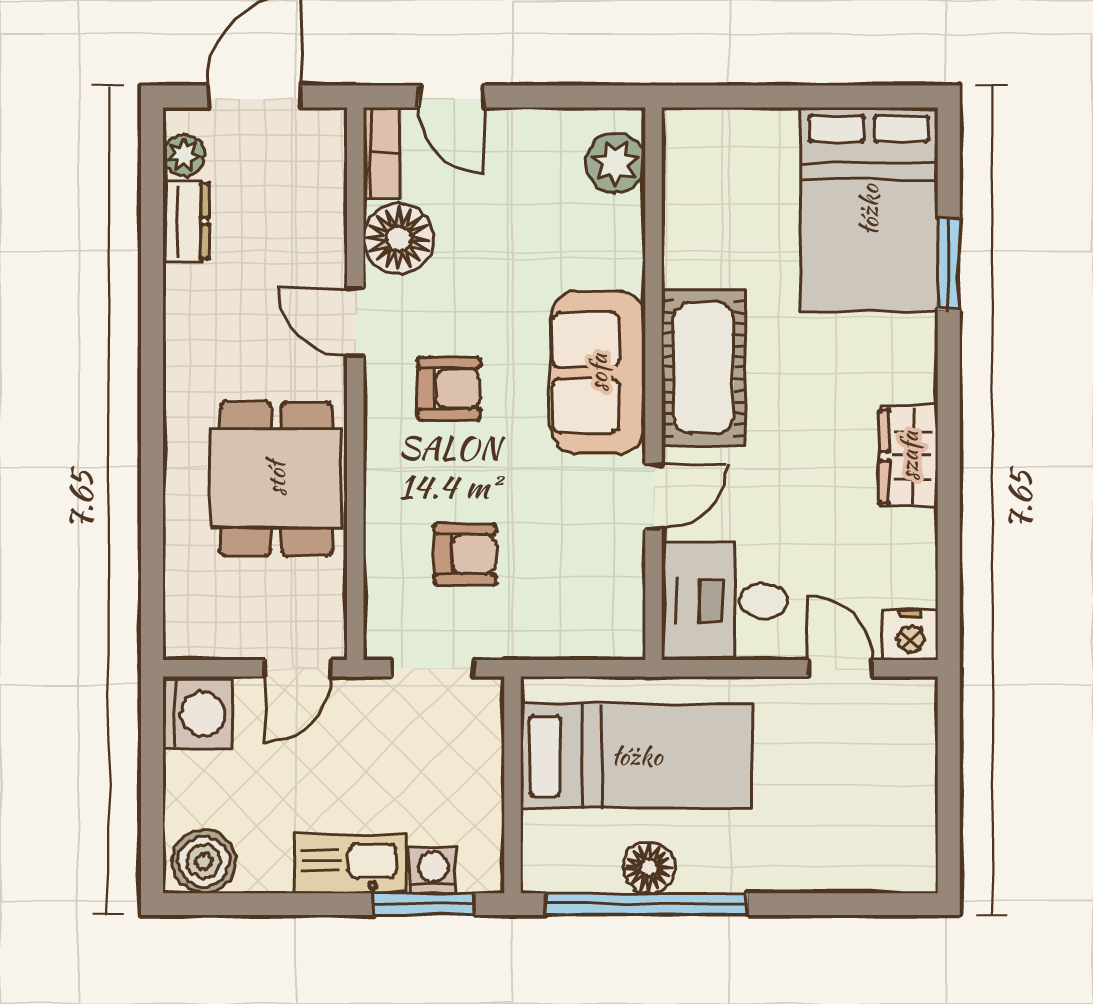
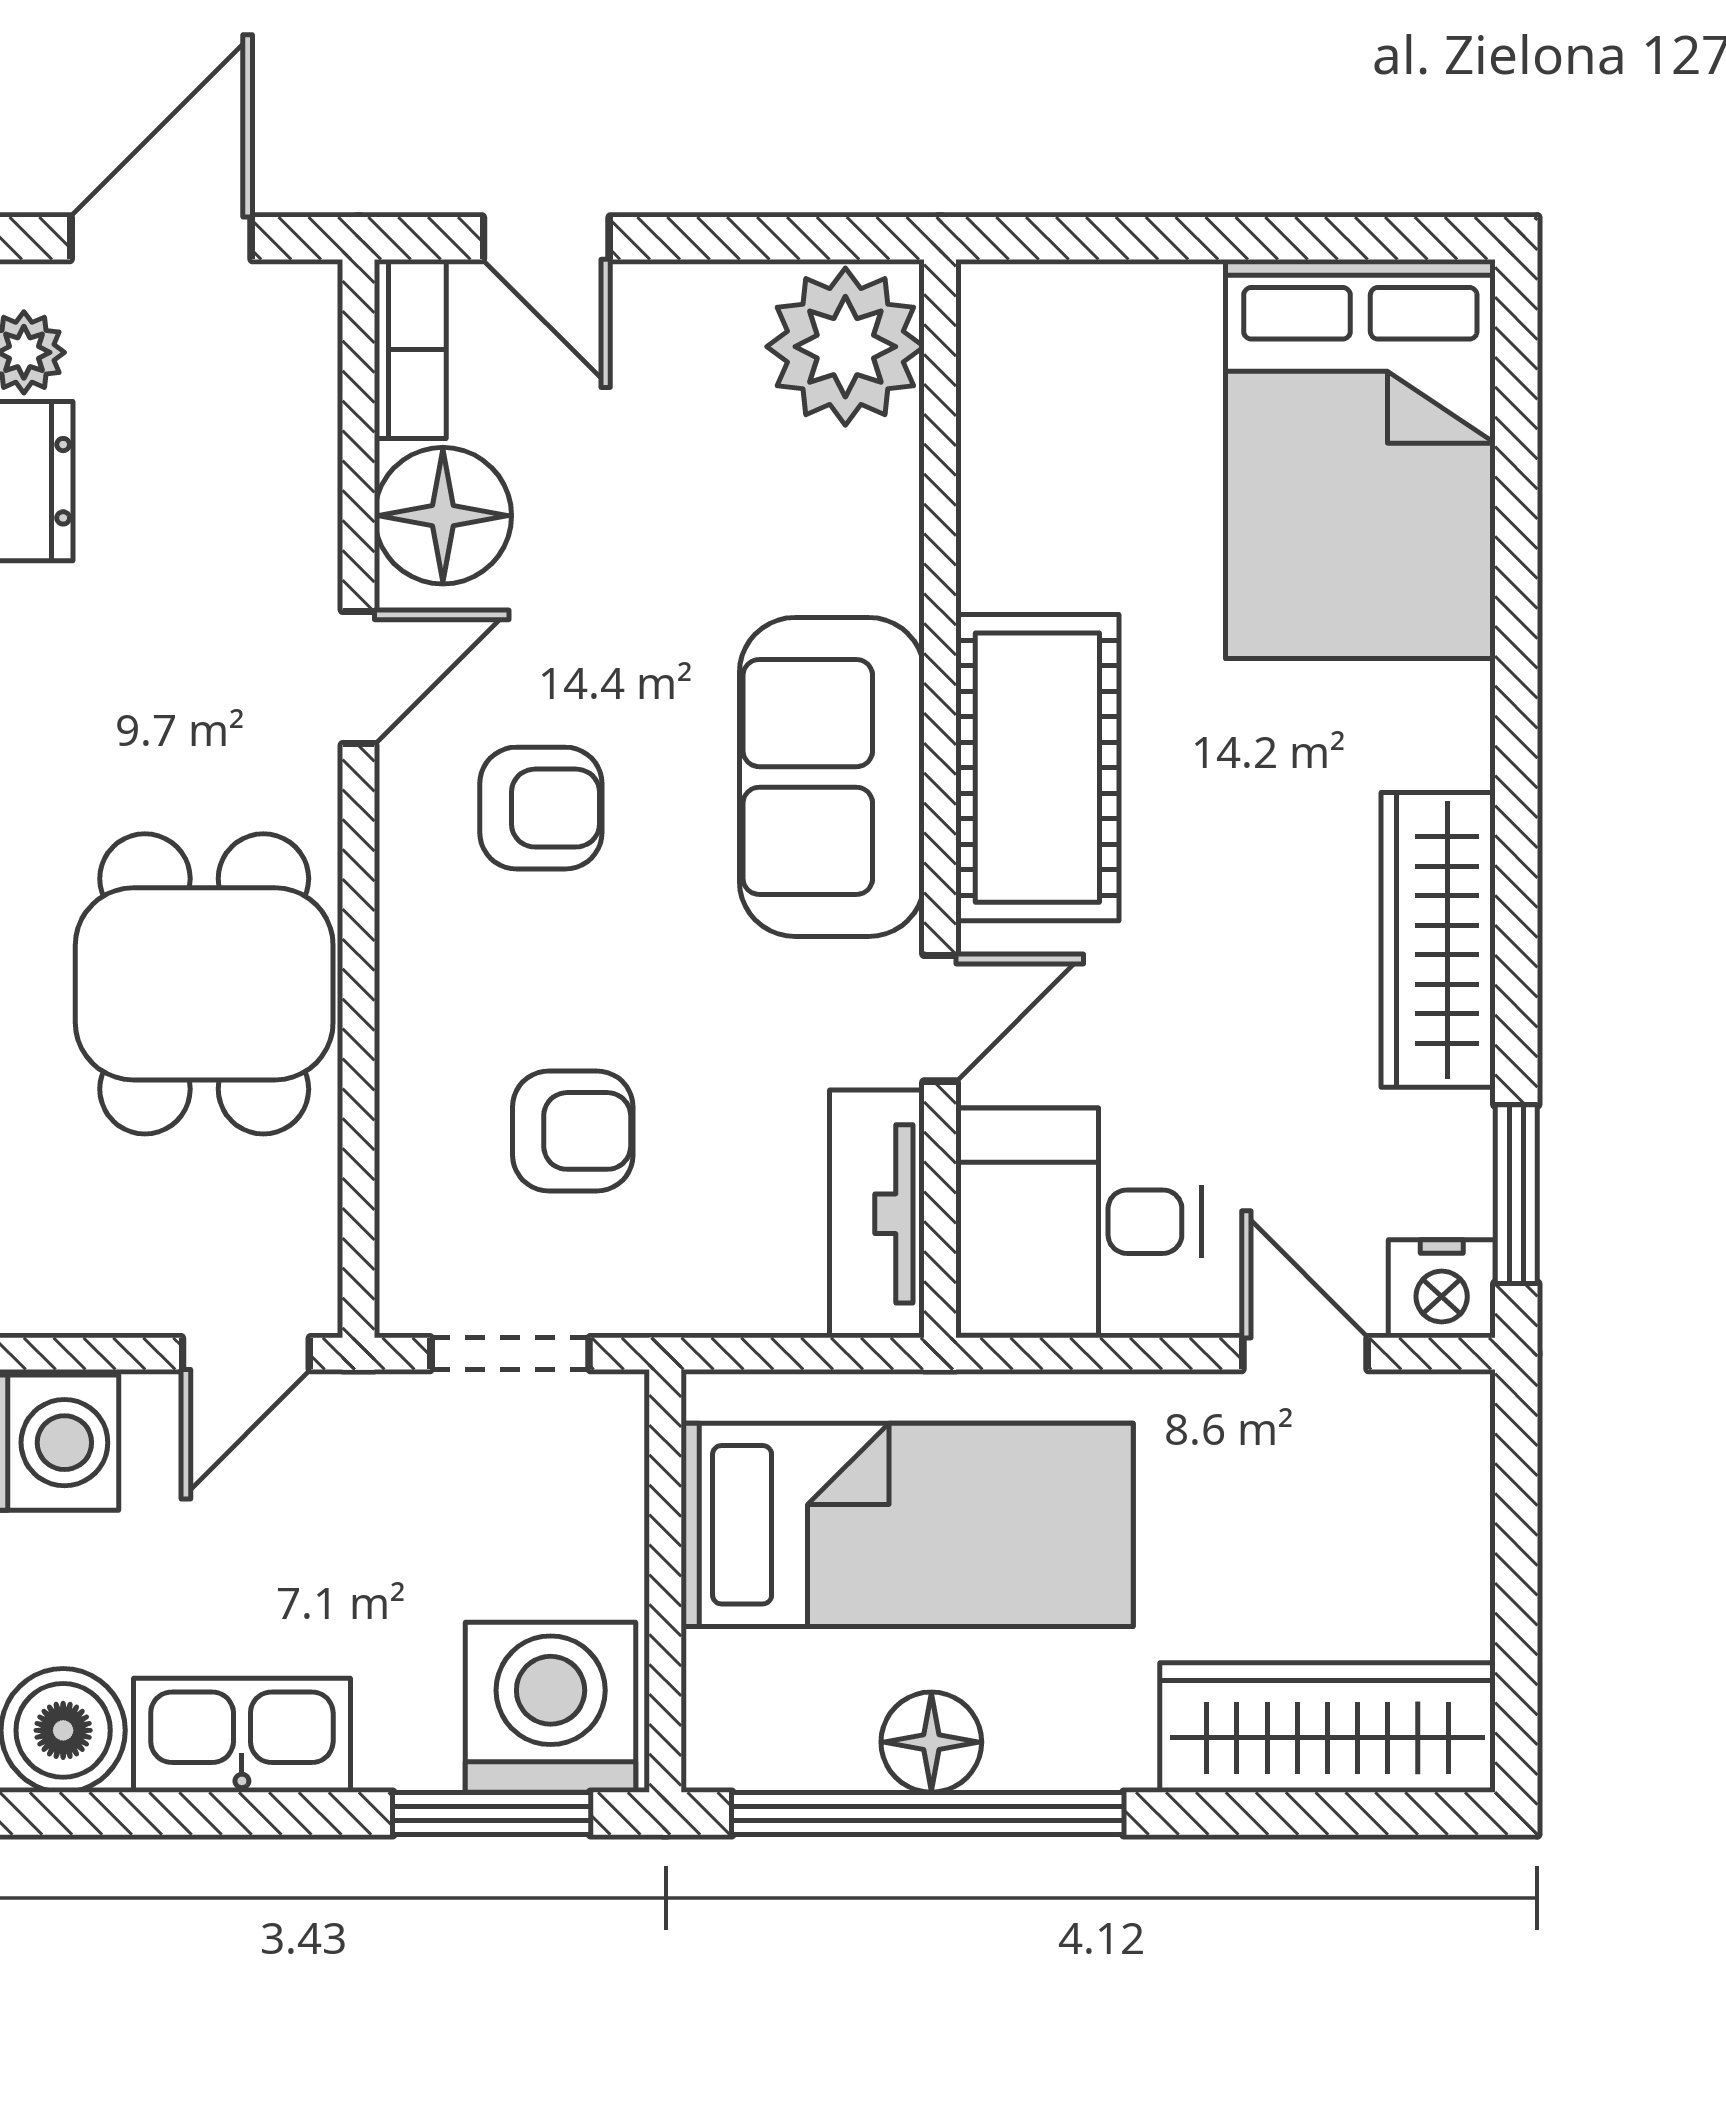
plant: (616, 163) -> (845, 347), width x1.36, depth x1.36
window: (949, 264) -> (1516, 1194), moved
door: (355, 322) -> (359, 678), swing flipped
wardrobe: (909, 456) -> (1438, 940), width x1.50
tv unit: (621, 597) -> (877, 1214), added
wardrobe: (852, 860) -> (1327, 1728), added
kitchen sink: (350, 864) -> (242, 1735), moved
washing machine: (433, 870) -> (551, 1707), width x1.89, depth x1.89

